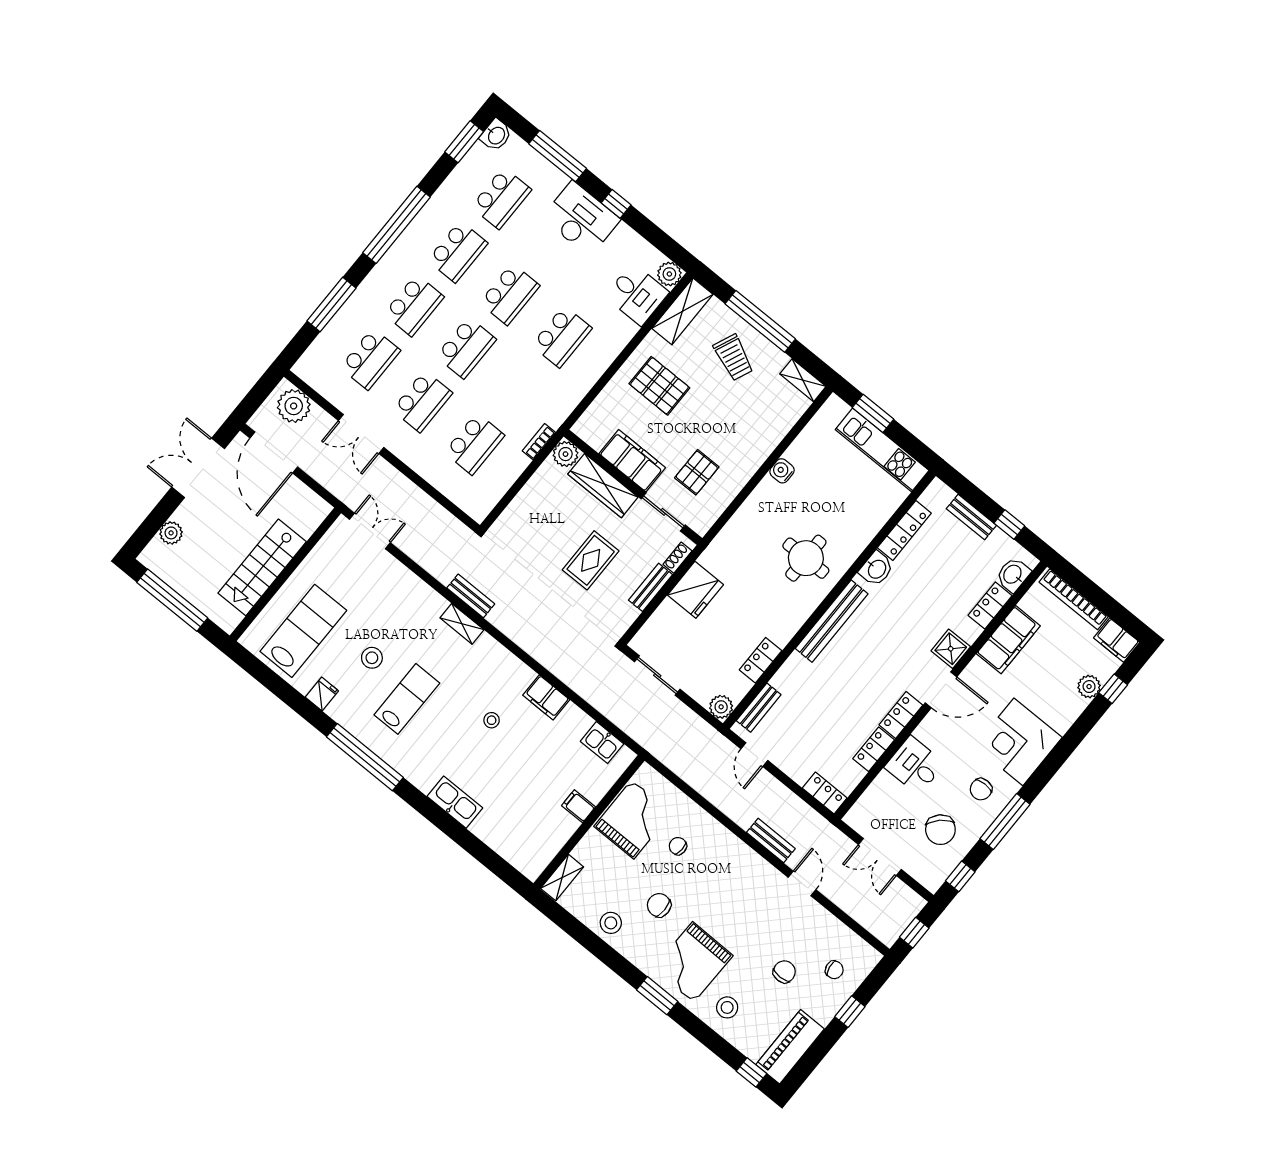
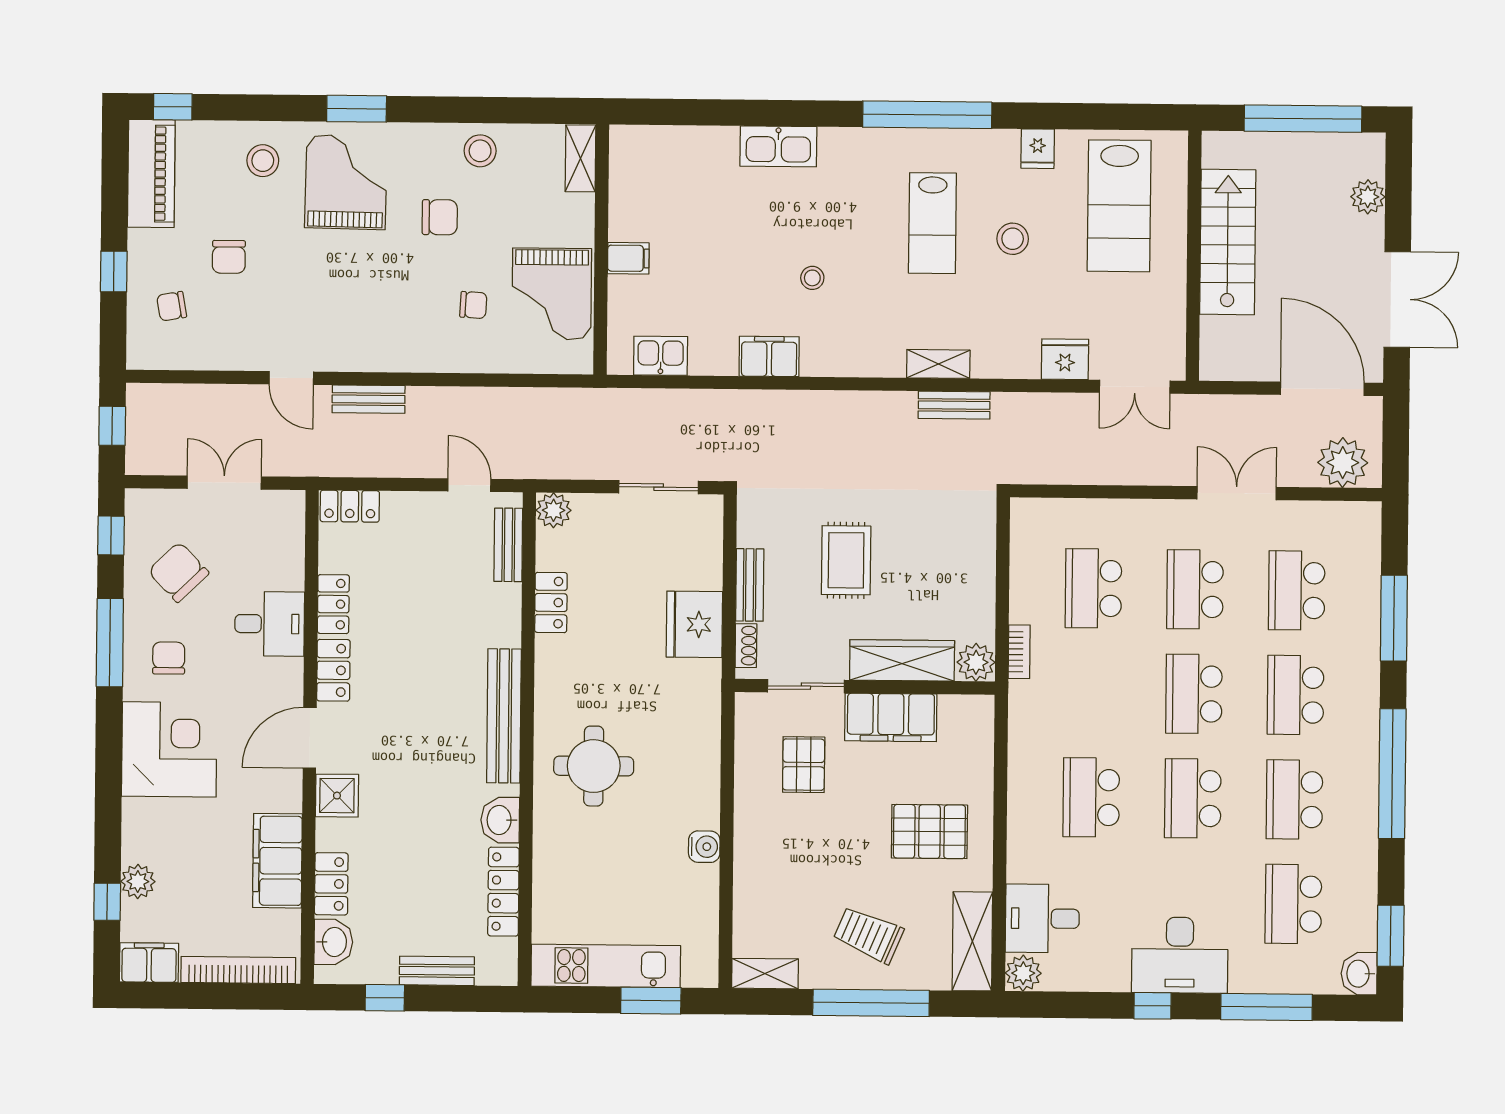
fridge: (395, 574) -> (1065, 359), added

